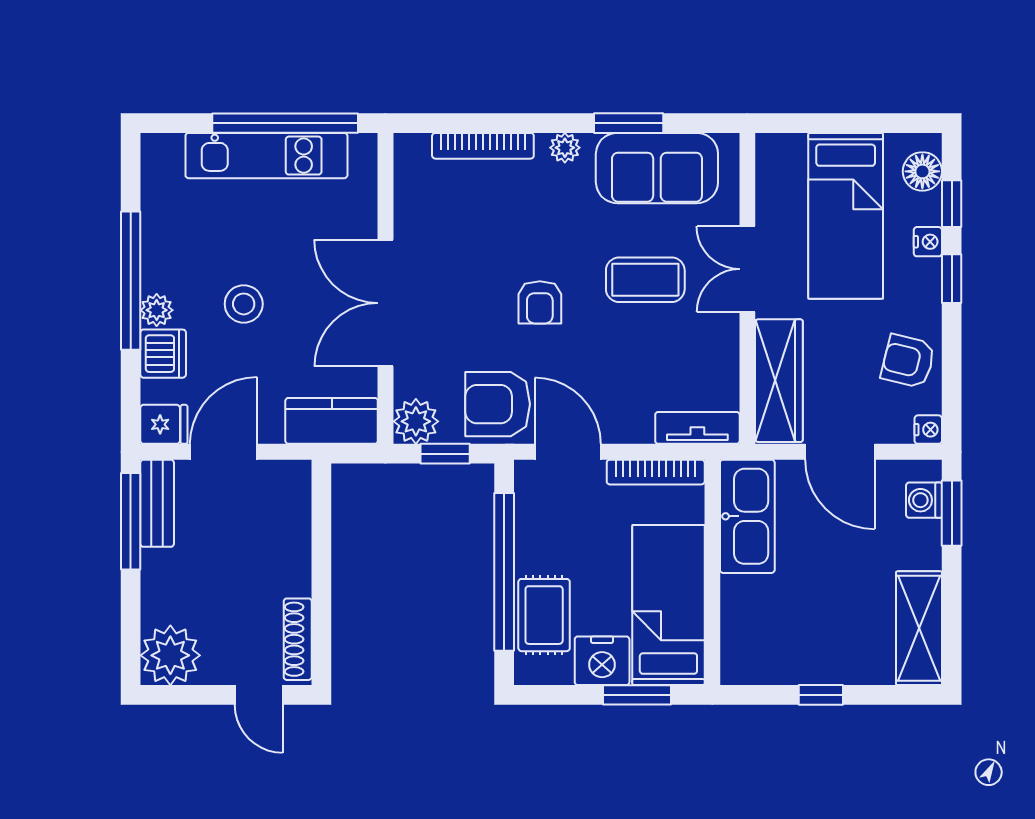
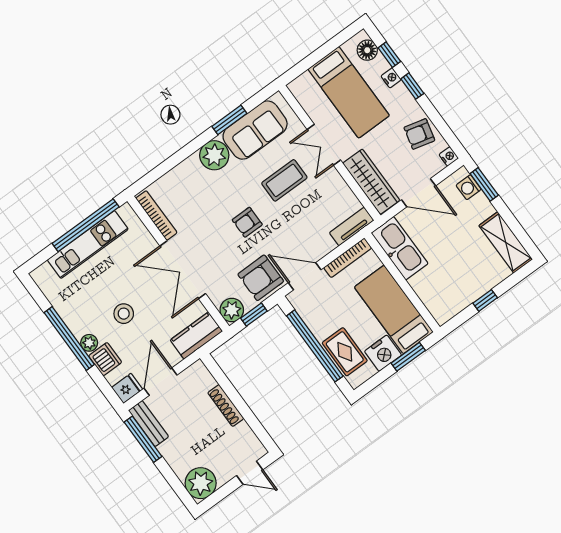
bookcase: (483, 146) -> (156, 215), moved, turned -90
plant: (565, 148) -> (214, 155), width x1.87, depth x1.87
armchair: (540, 302) -> (247, 222), turned 90
shoe rack: (298, 639) -> (226, 406), moved

